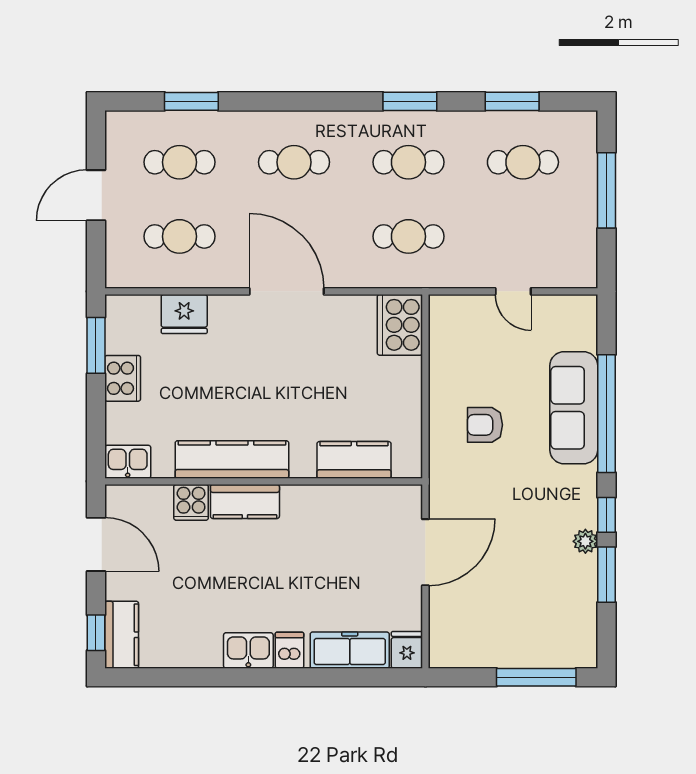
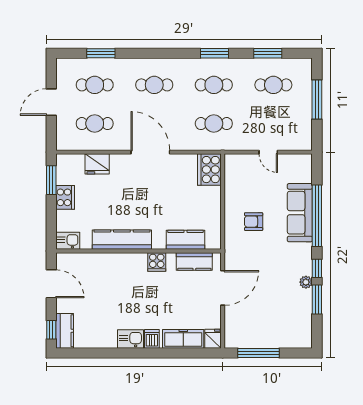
kitchen counter: (245, 501) -> (194, 261), moved
cooker: (191, 502) -> (157, 262), moved
window: (536, 677) -> (258, 353), moved

